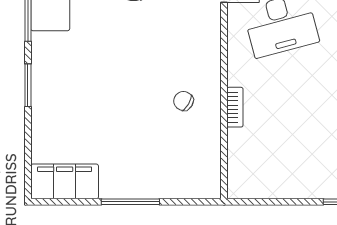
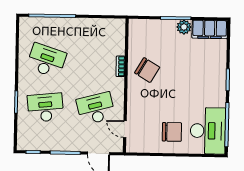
chair: (184, 101) -> (147, 70), width x1.87, depth x1.87
plant: (114, 185) -> (184, 27), added

